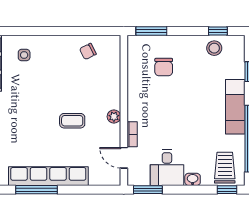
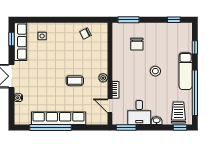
stool: (214, 48) -> (155, 71), moved
window: (36, 190) -> (50, 128), width x1.46

